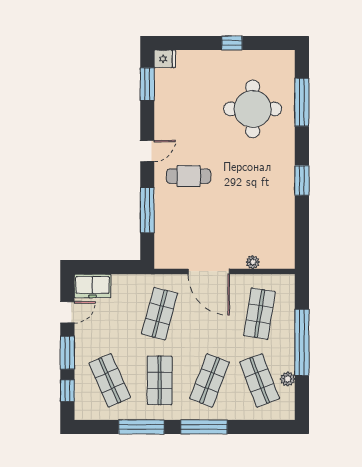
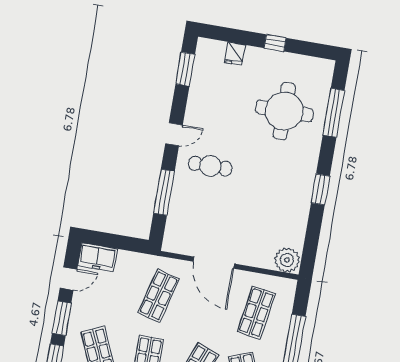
fridge: (165, 59) -> (235, 54), moved, turned 90
plant: (253, 262) -> (287, 260), moved, width x1.87, depth x1.87

